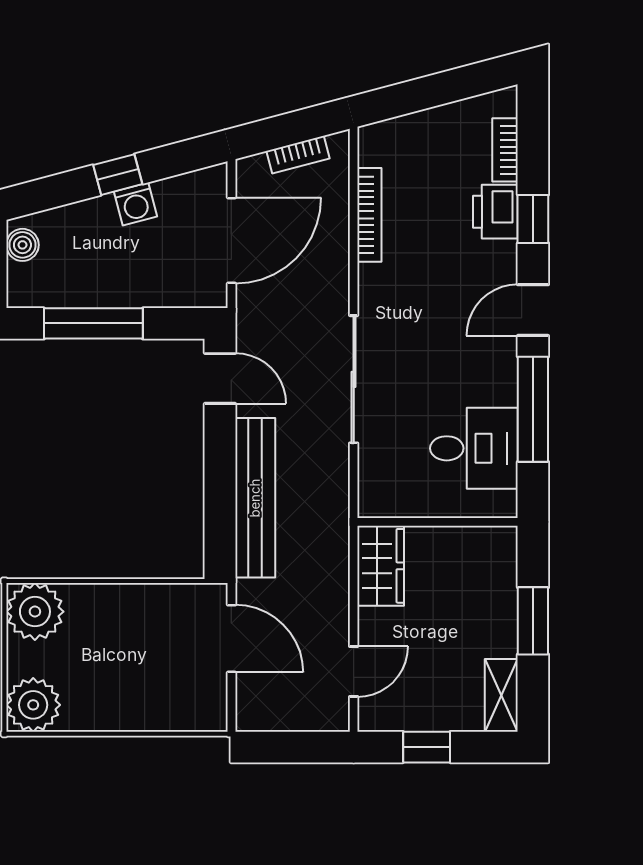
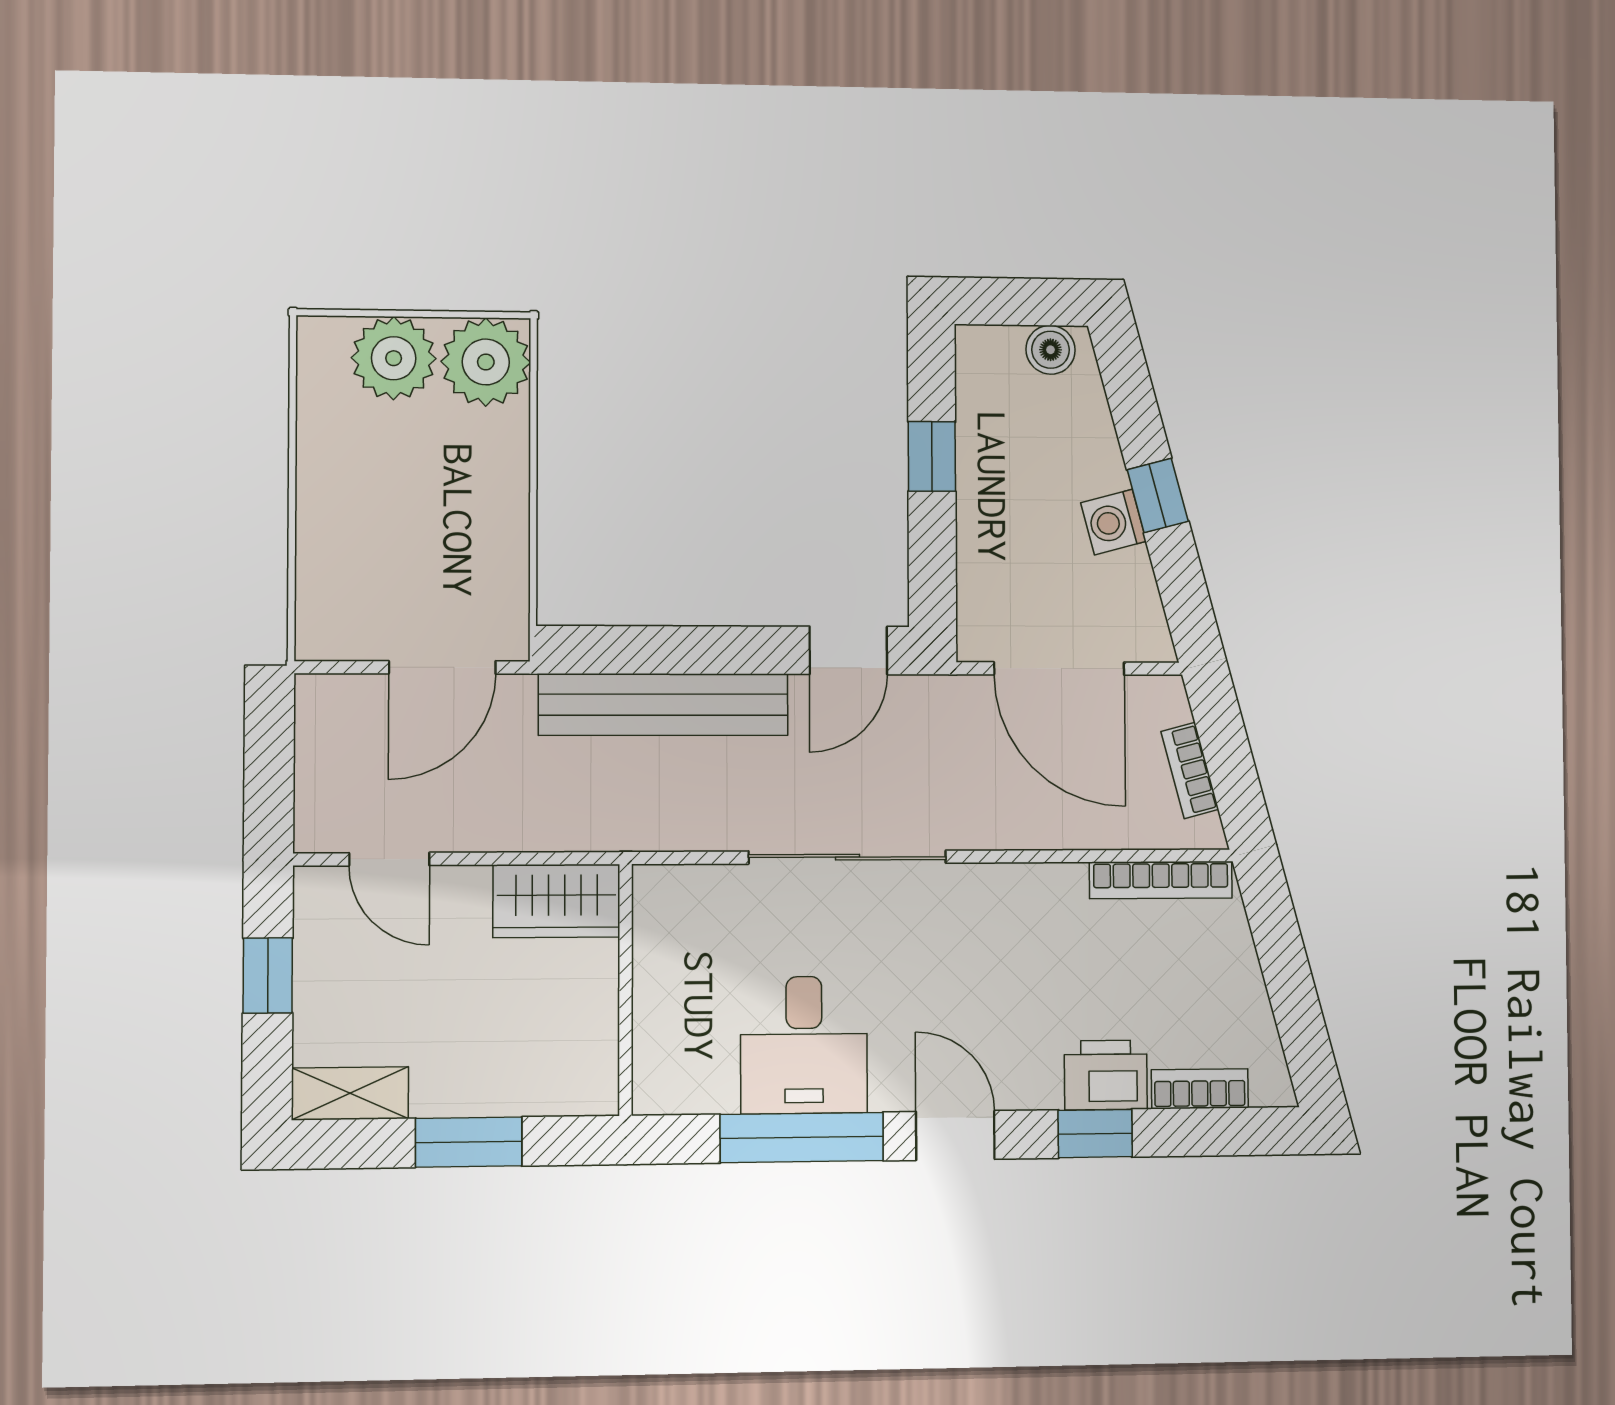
bookcase: (369, 215) -> (1161, 880), moved
window: (93, 323) -> (932, 456), width x0.46
desk: (474, 448) -> (804, 1045), moved
plant: (33, 705) -> (394, 358), moved

